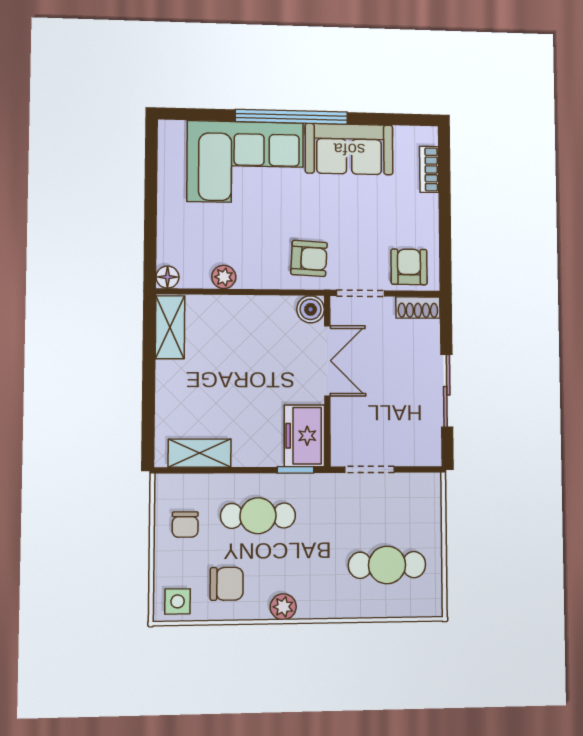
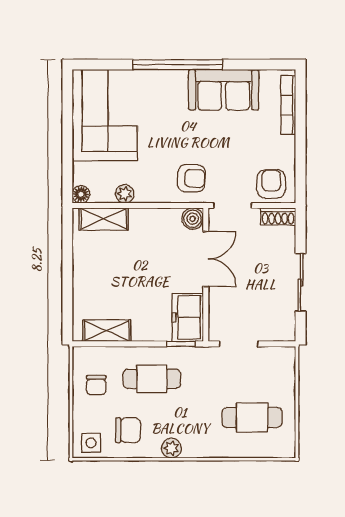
corner sofa: (245, 162) -> (105, 115), moved, turned -90
bookcase: (429, 169) -> (288, 105), width x1.56
shelving: (170, 327) -> (104, 219), moved, turned 90

